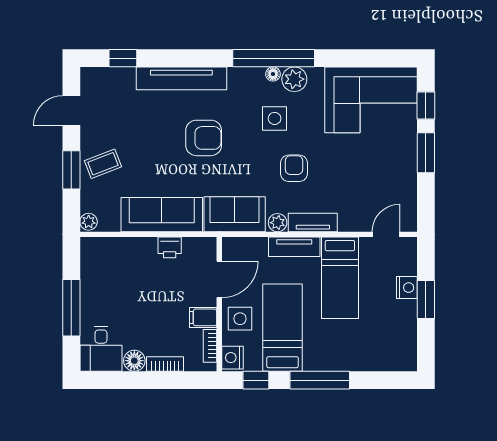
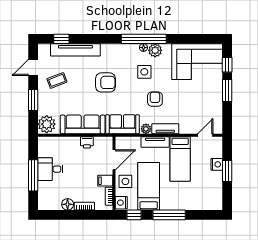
tv unit: (181, 78) -> (75, 50), moved
coffee table: (103, 164) -> (57, 80), moved
plant: (89, 222) -> (47, 124), width x1.88, depth x1.88
desk: (101, 349) -> (50, 169), moved, turned 90

